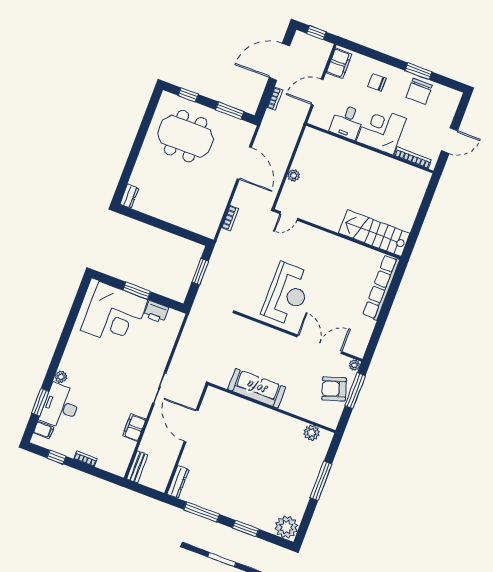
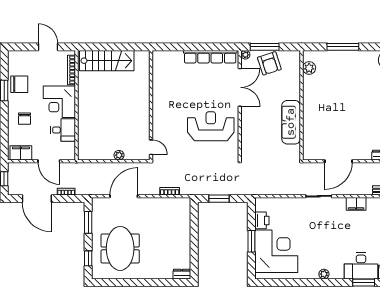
stairs: (374, 233) -> (107, 61), moved, turned -90
row of seats: (381, 287) -> (210, 57), moved
double door: (319, 344) -> (240, 87), swing flipped
plant: (61, 377) -> (324, 274), moved

